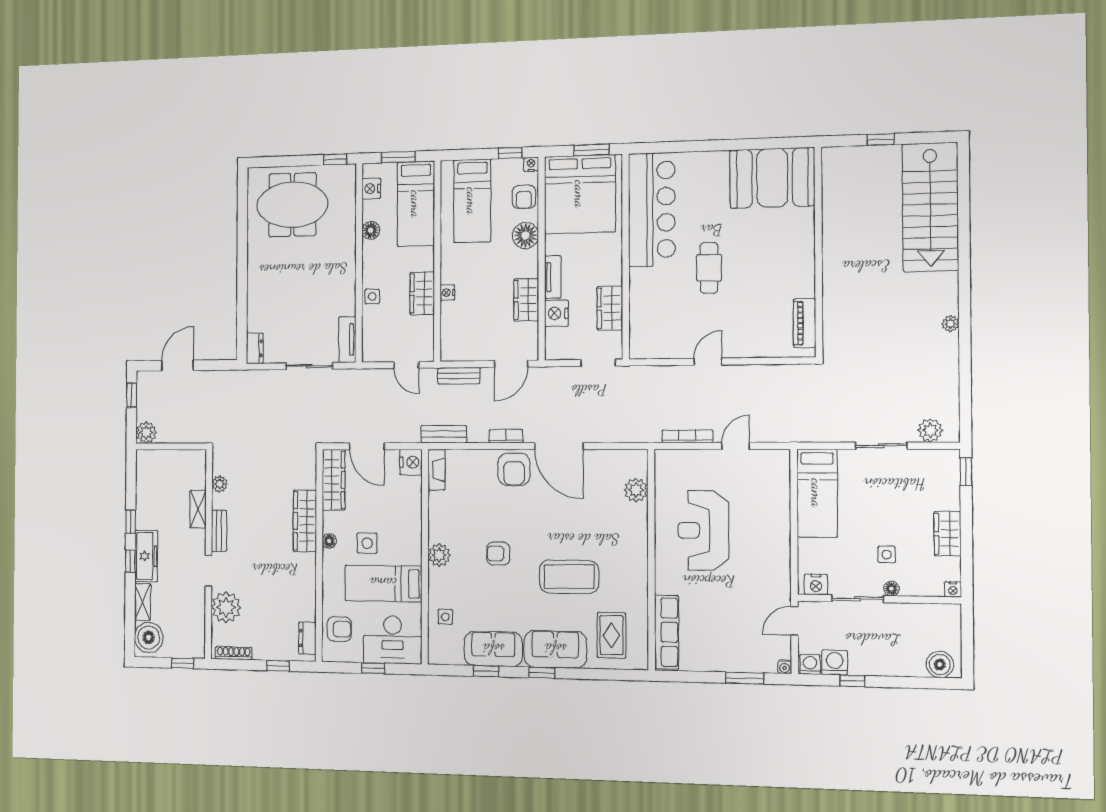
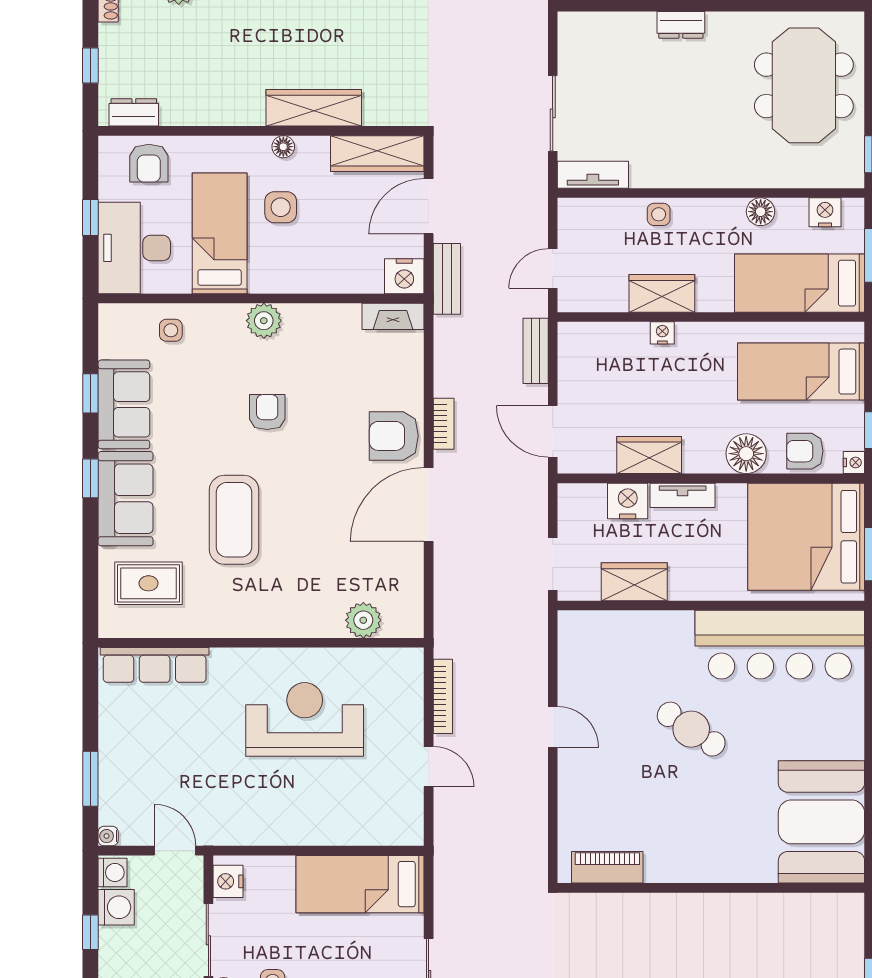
cafe table: (709, 268) -> (691, 729), turned 34
dresser: (255, 348) -> (681, 25), moved
bench: (444, 434) -> (447, 279), moved

